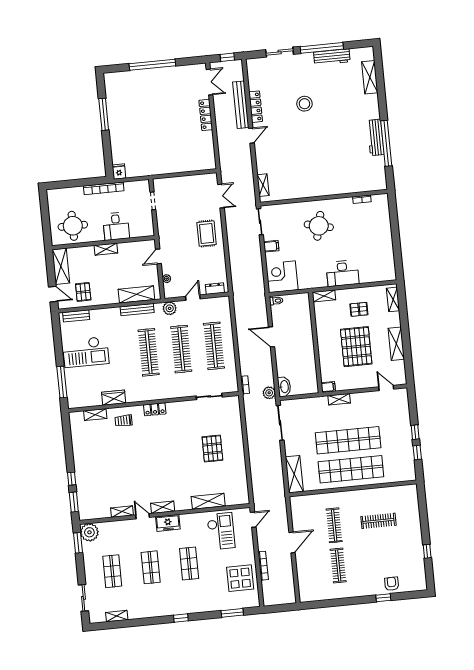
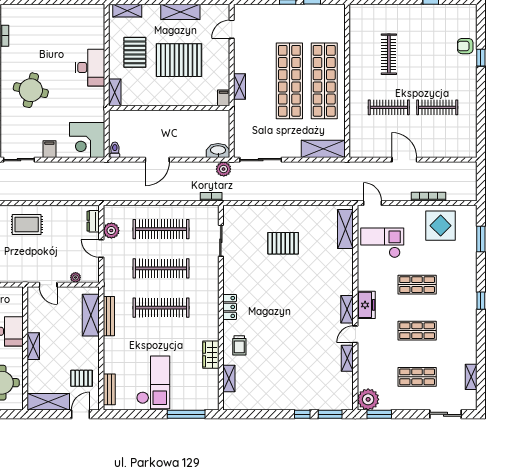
plant: (170, 308) -> (111, 230), moved
pallet: (359, 309) -> (135, 52), width x1.50, depth x1.42
shelving: (208, 501) -> (345, 229), moved

